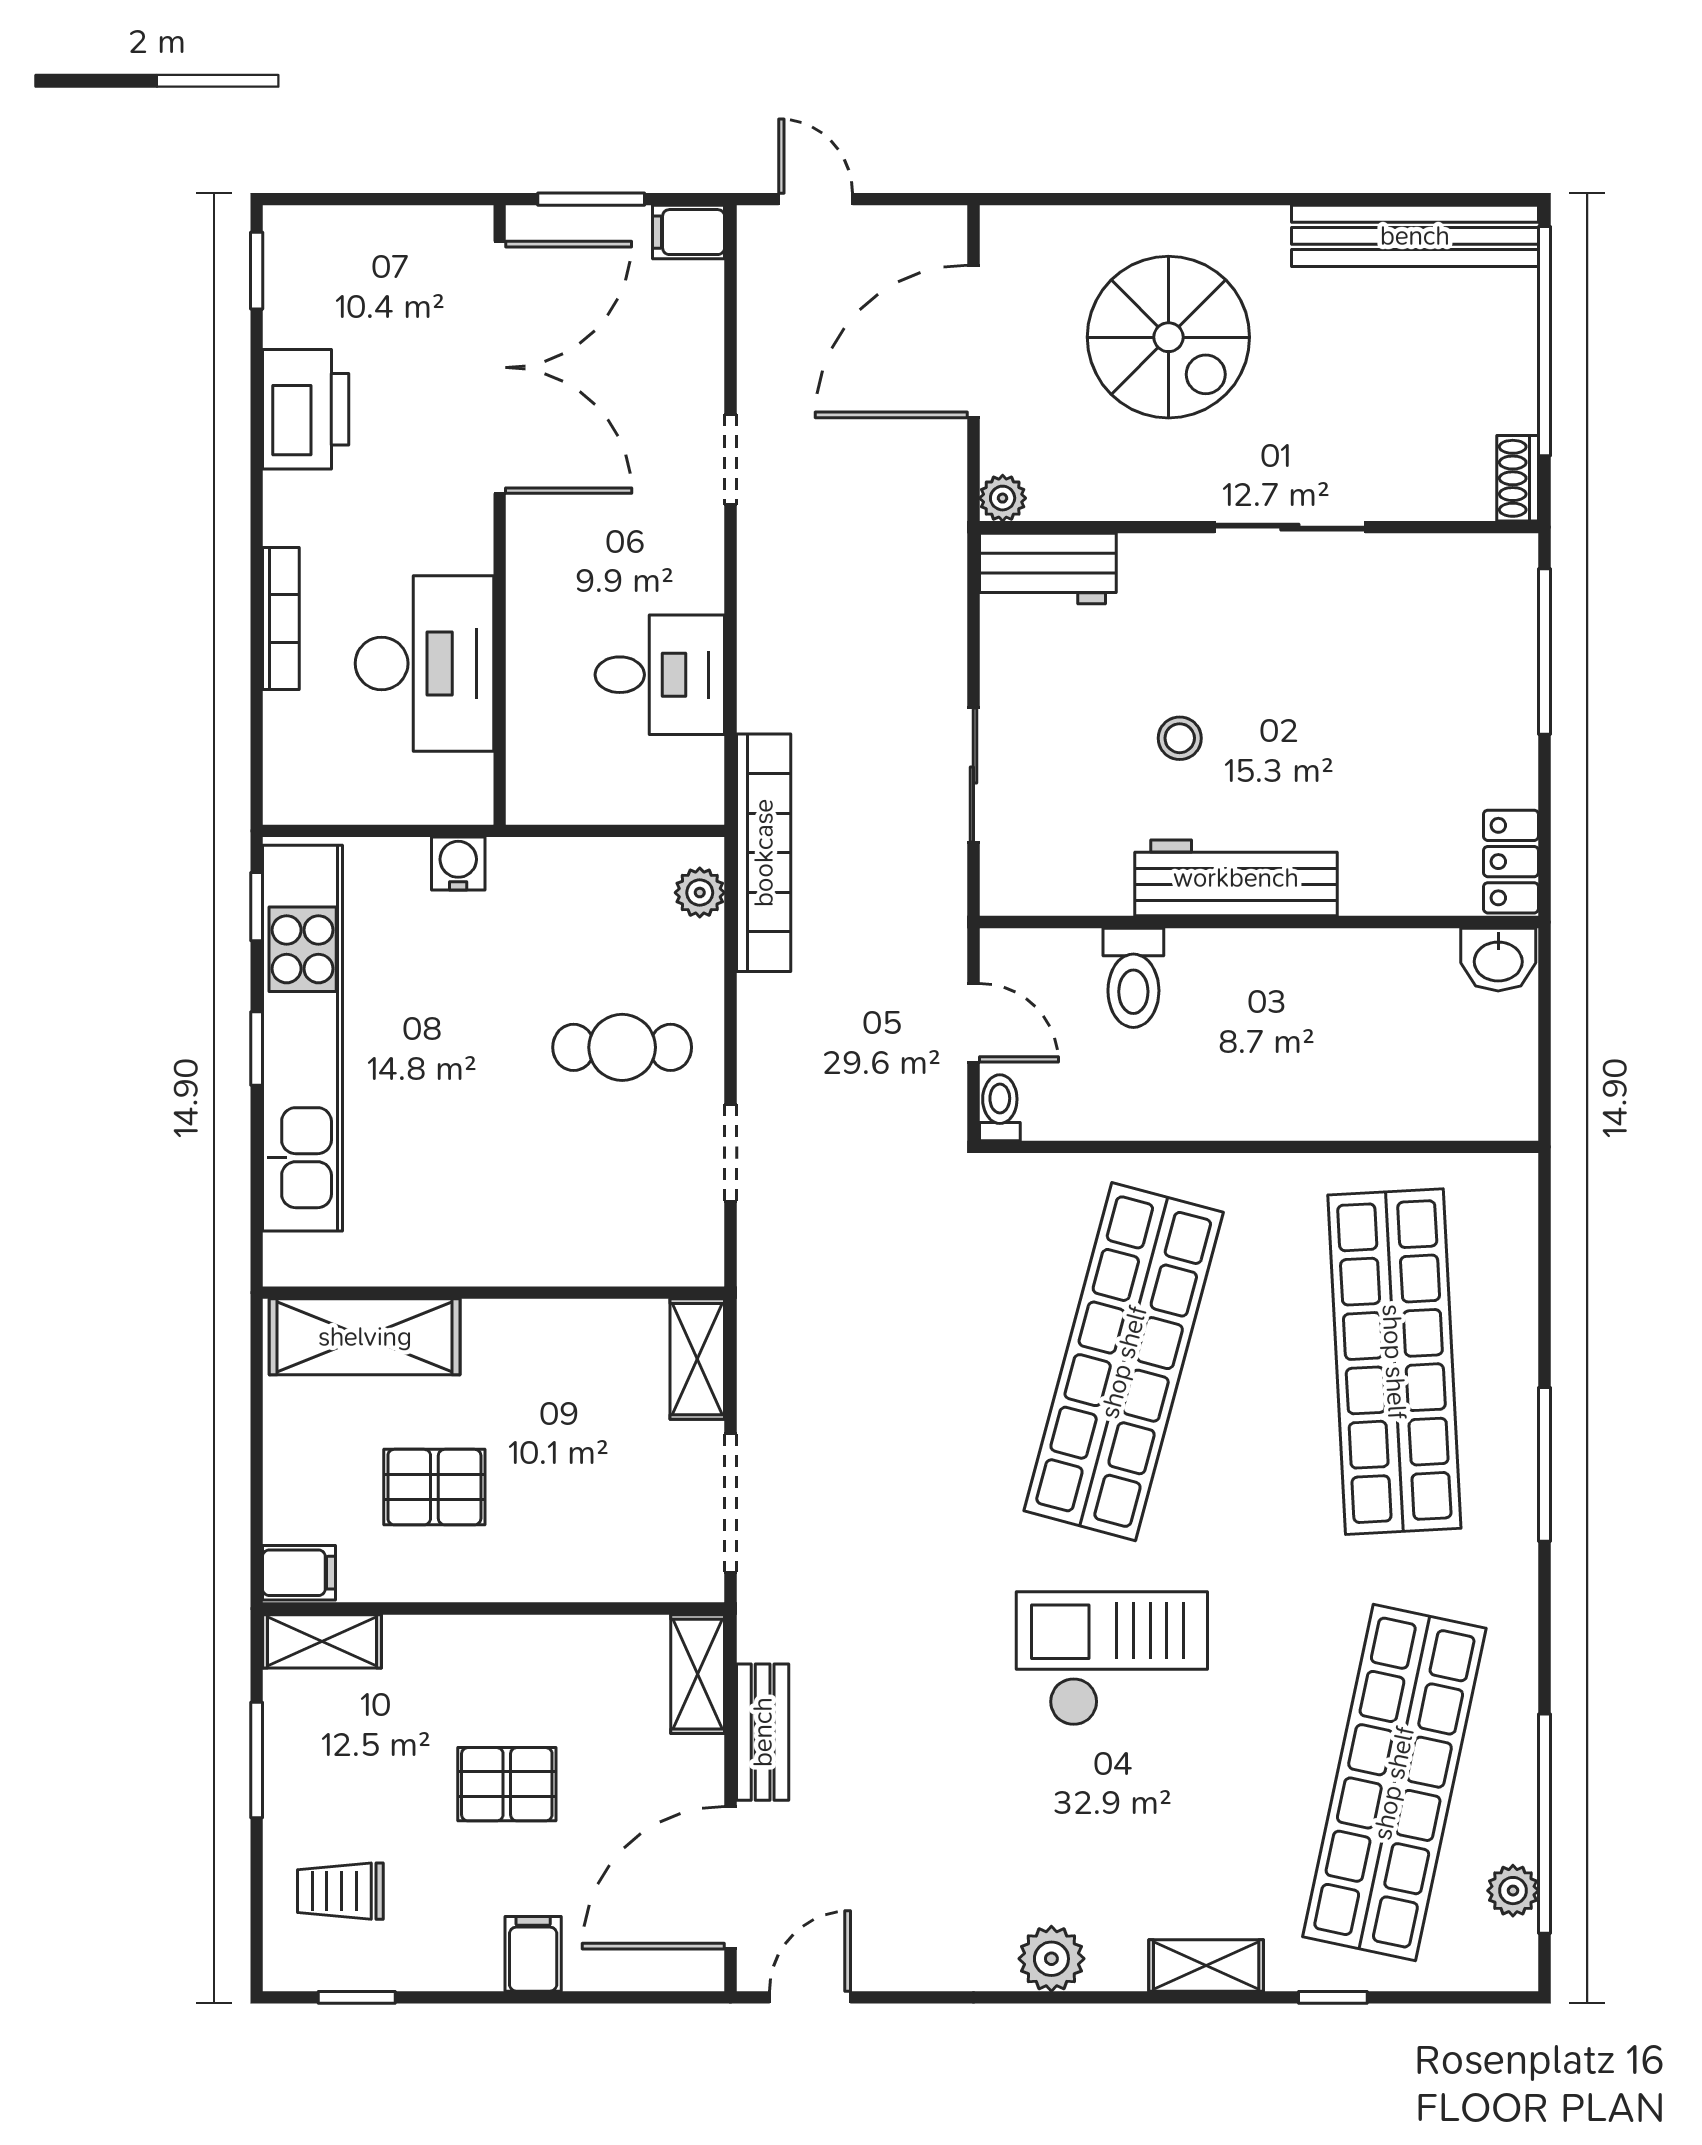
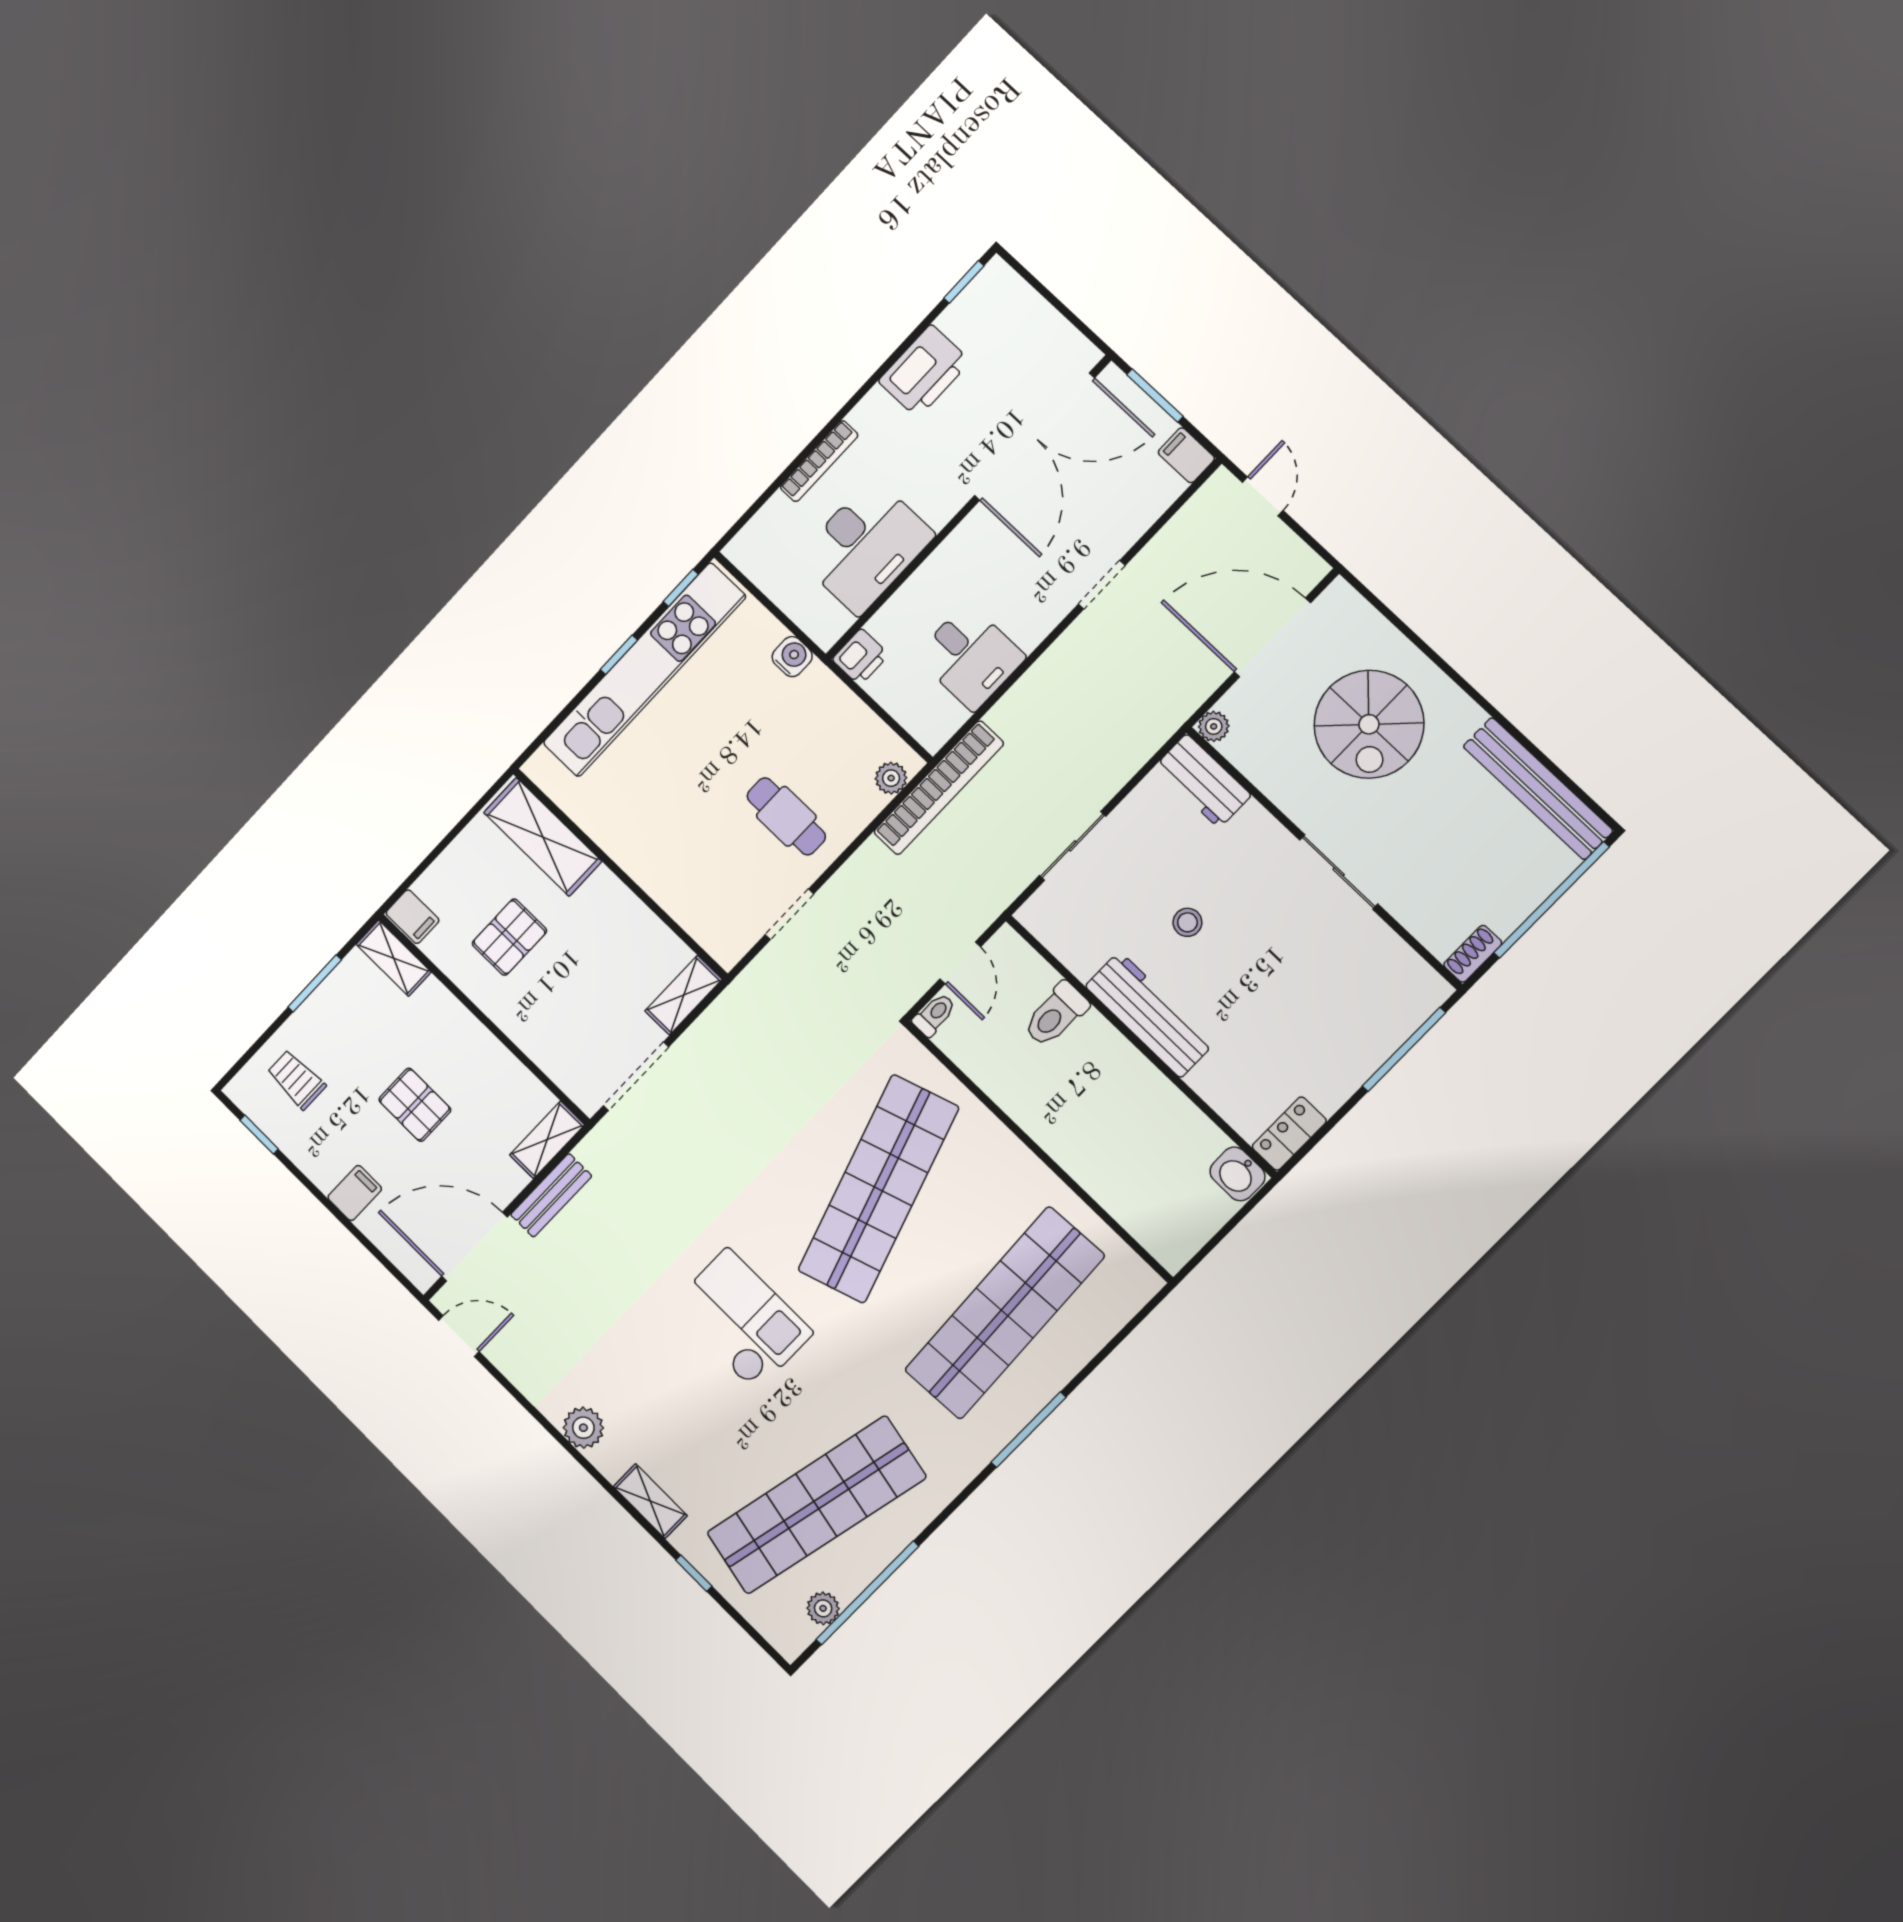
printer: (536, 791) -> (860, 657), added
shop shelf: (1124, 1362) -> (878, 1189), turned -33
pallet: (434, 1487) -> (509, 937), turned 90

